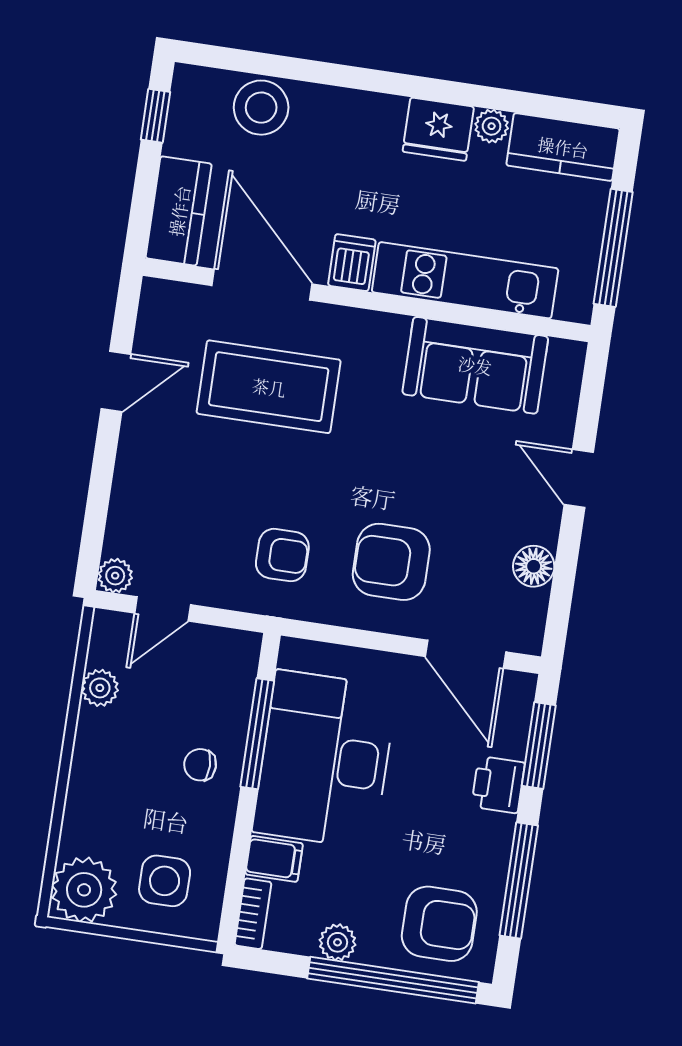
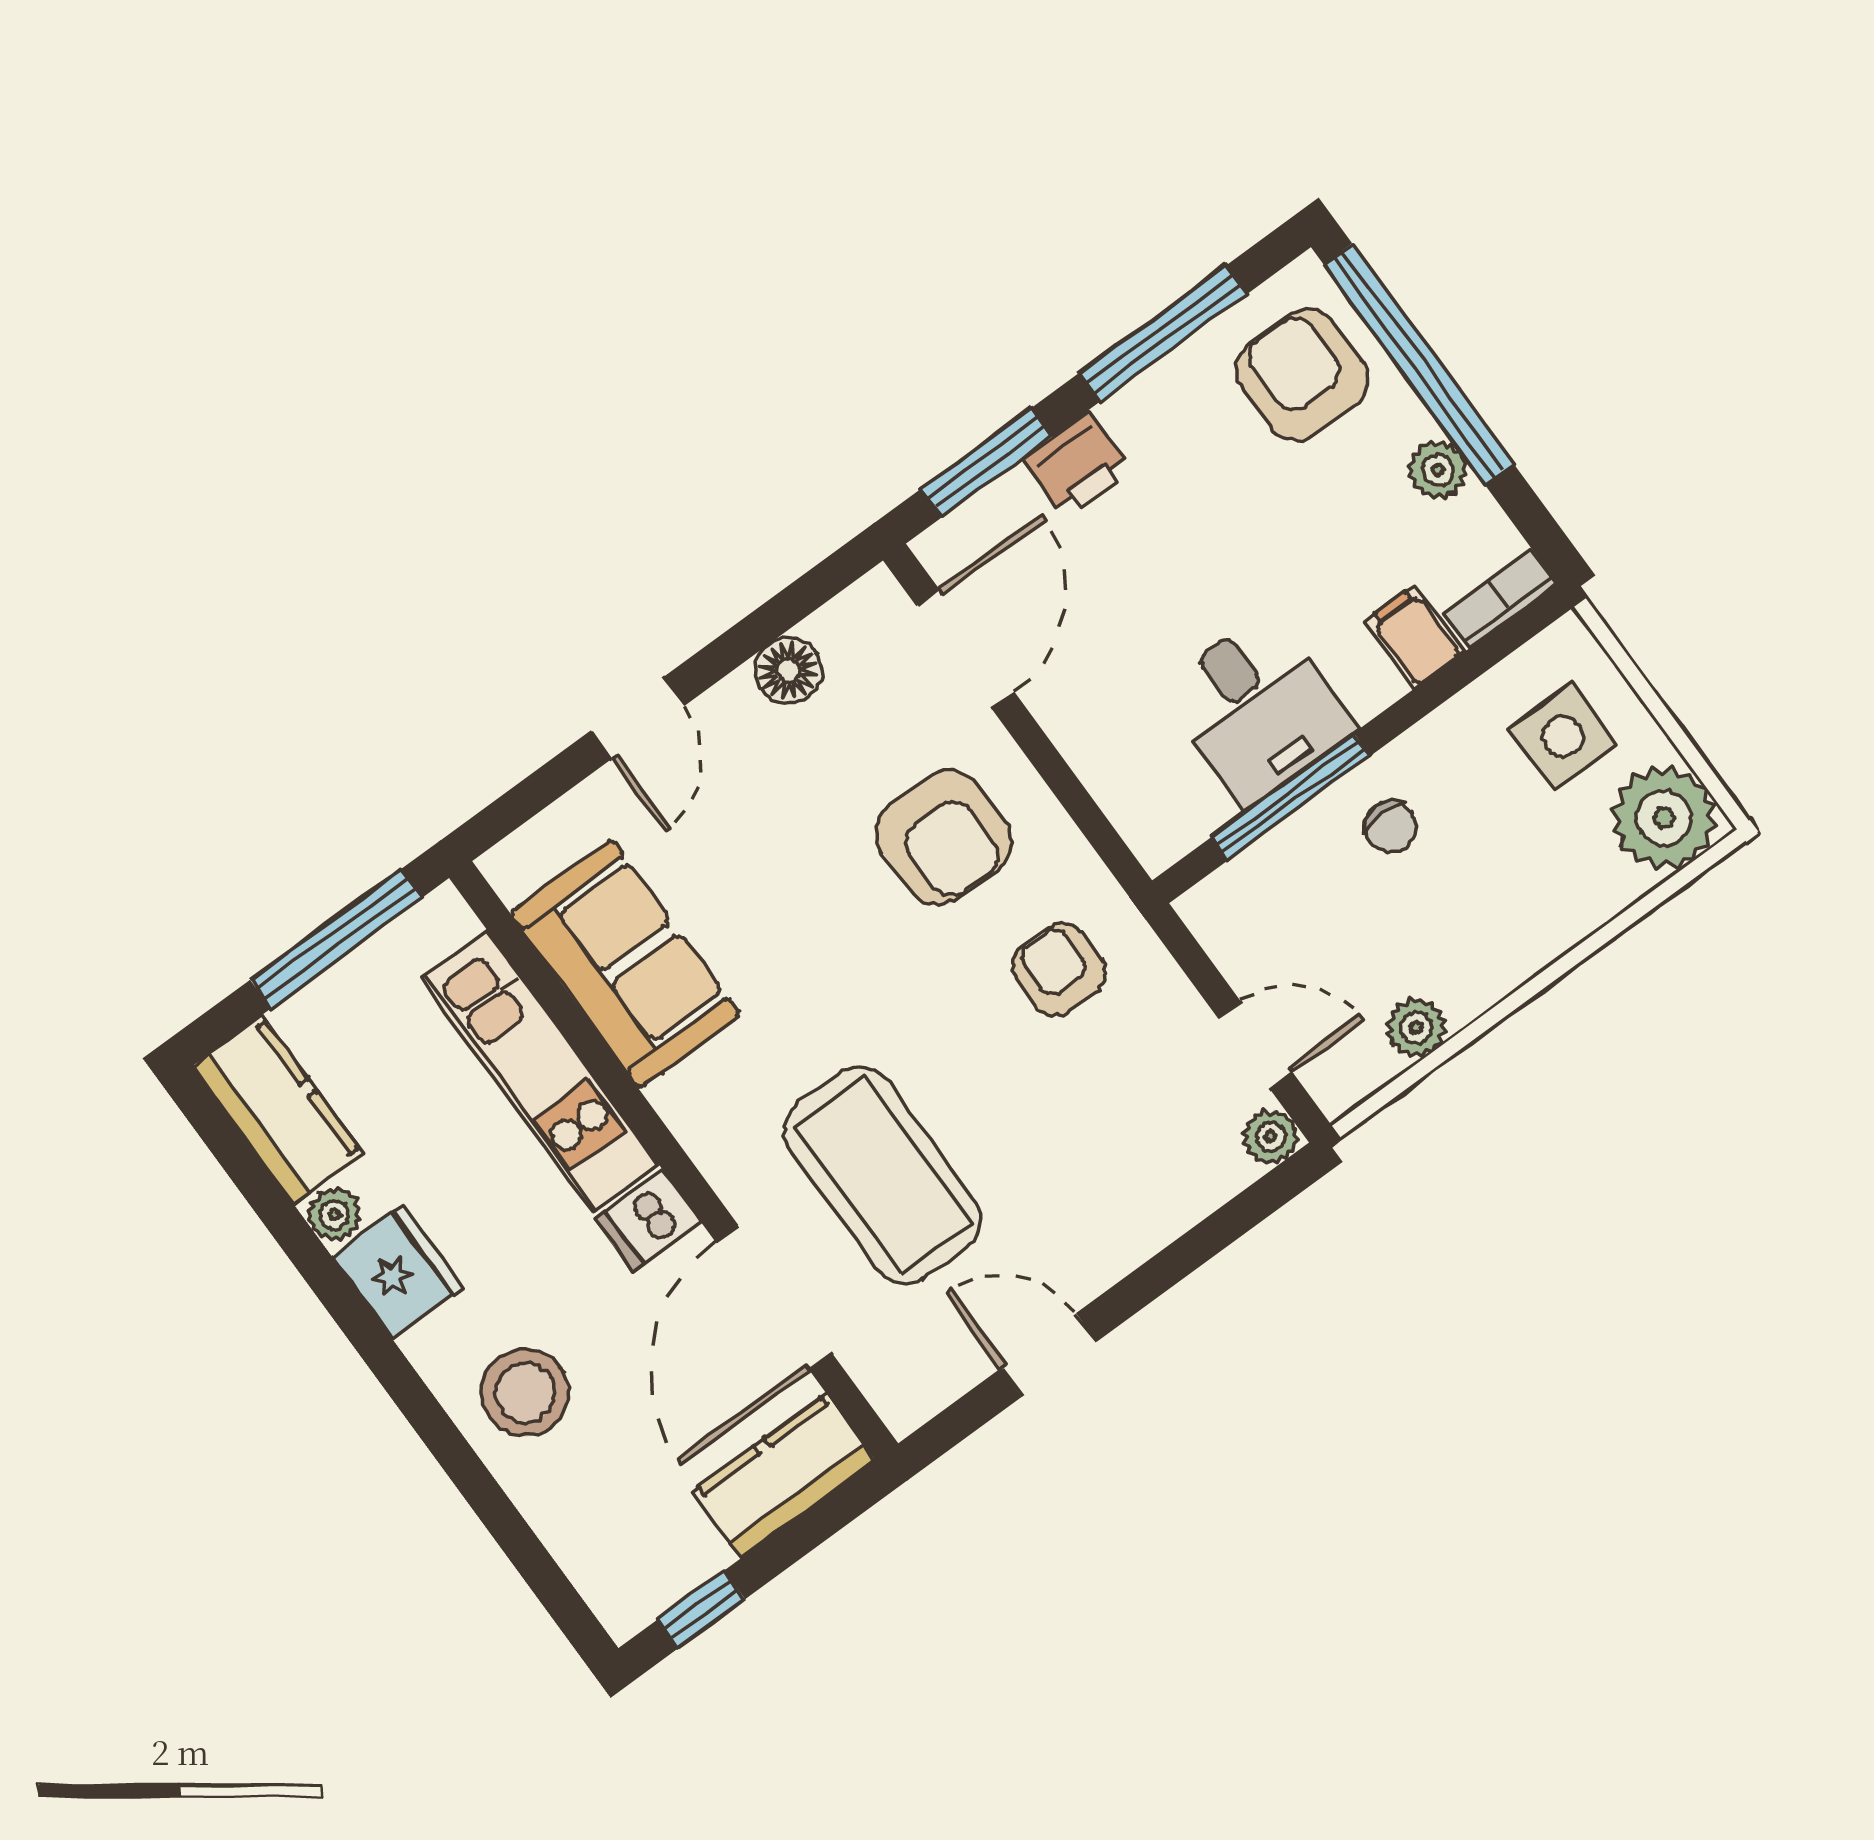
stool: (261, 108) -> (525, 1393), moved
desk: (325, 760) -> (1257, 709), width x0.53, depth x0.77

